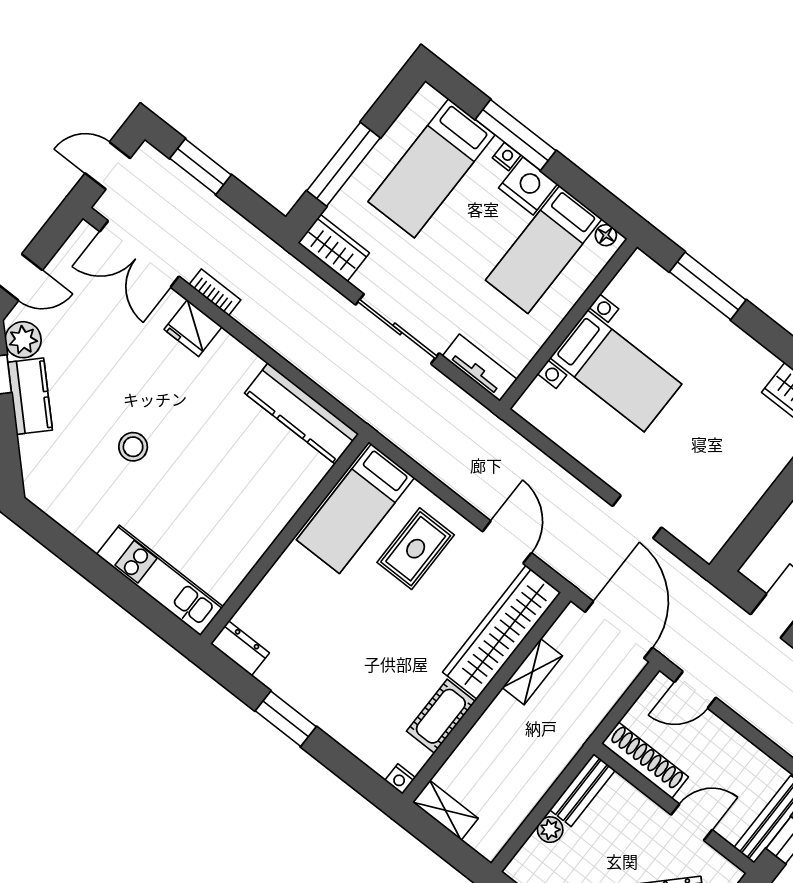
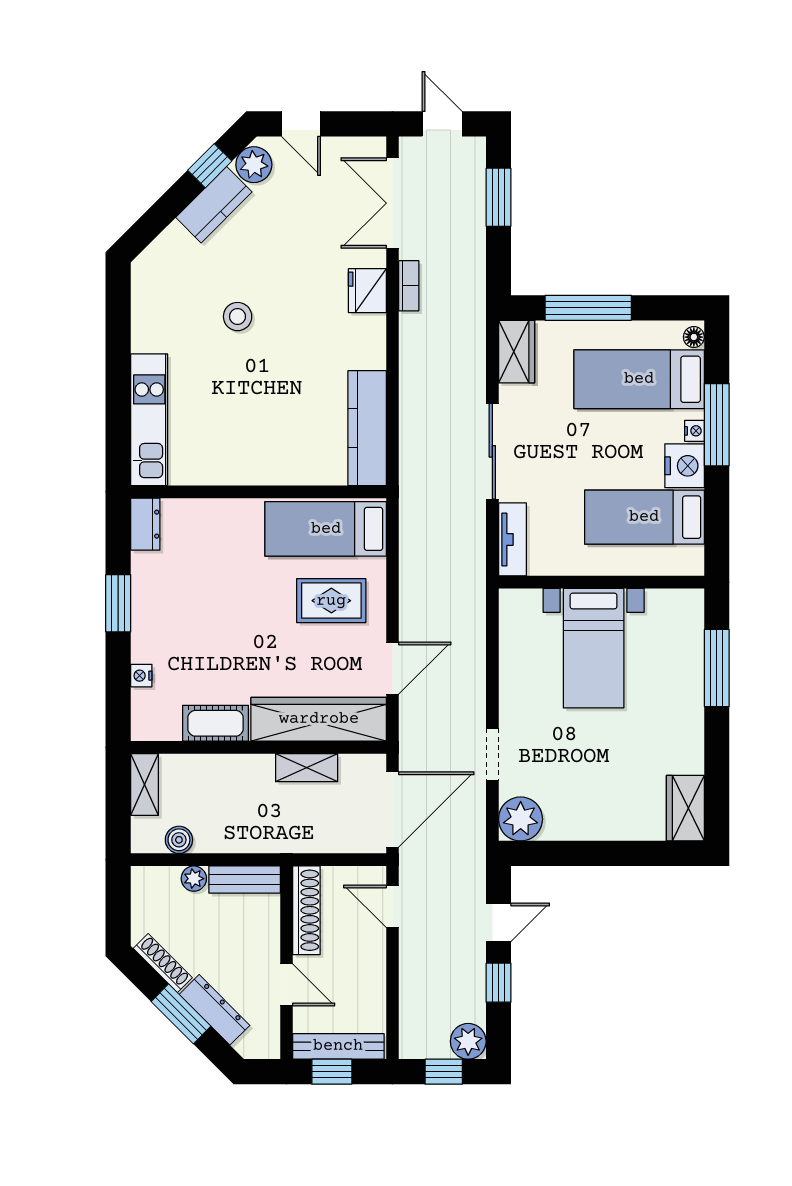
floor lamp: (606, 235) -> (694, 337), moved
plant: (705, 534) -> (521, 819), added
nightstand: (400, 779) -> (141, 676), moved
boiler: (510, 817) -> (179, 840), added

